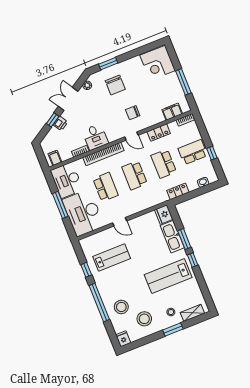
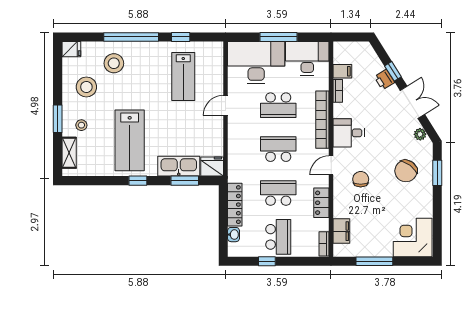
chair: (115, 85) -> (406, 171), turned -54
desk: (95, 137) -> (349, 133), moved
filing cabinet: (55, 158) -> (342, 71), moved
locker: (178, 191) -> (235, 205), width x1.53
window: (184, 239) -> (185, 181), moved
lab bench: (168, 276) -> (130, 140), turned 180

